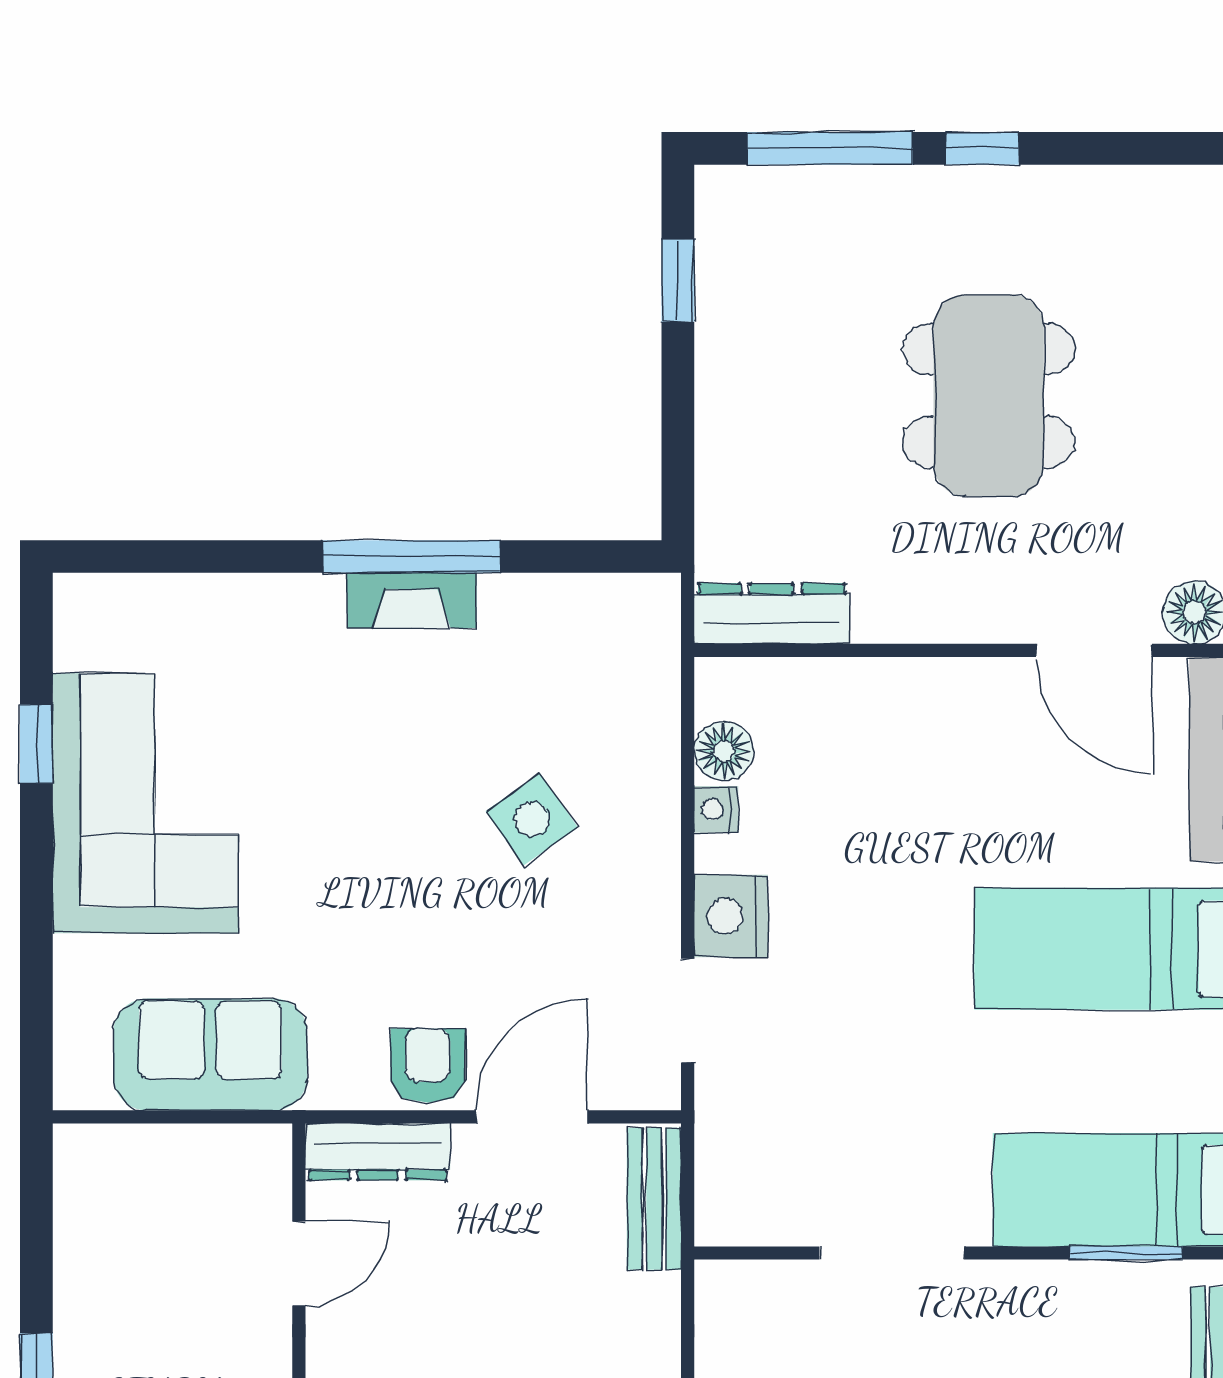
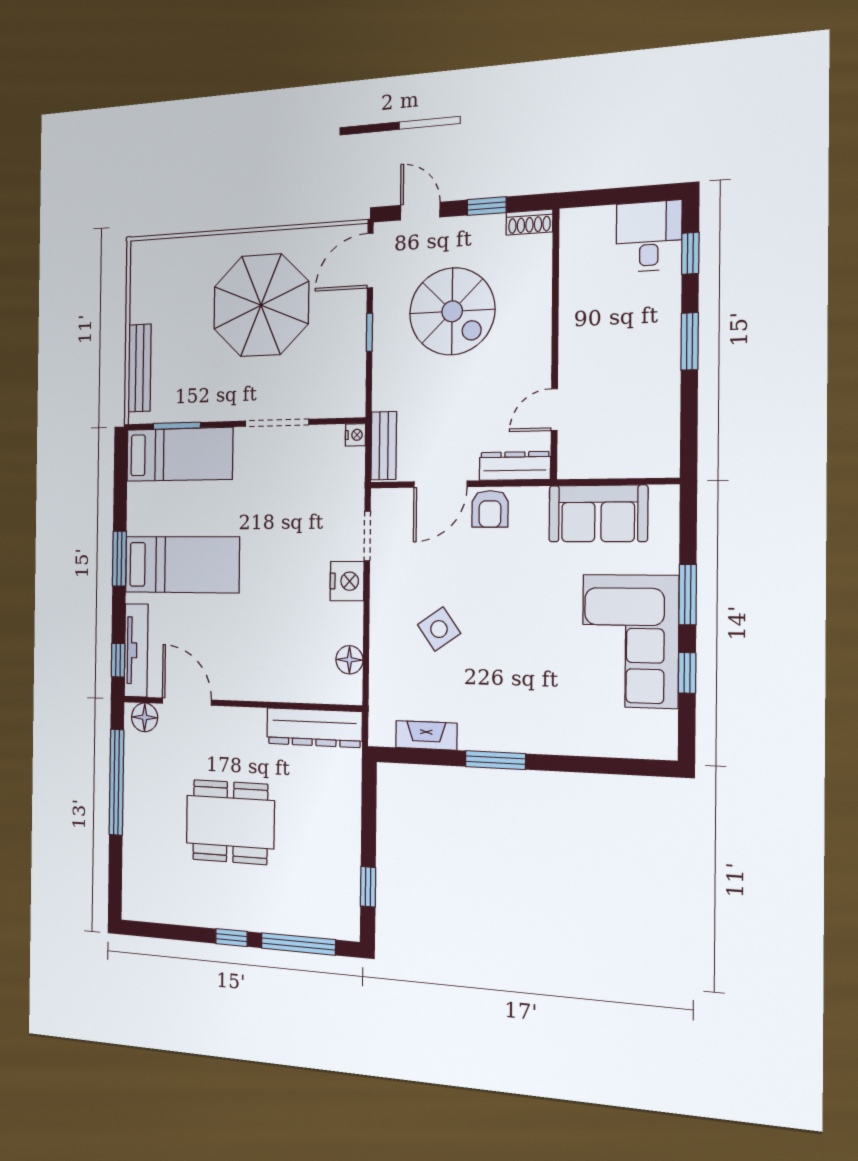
dining table: (989, 396) -> (230, 822), turned 90
window: (412, 556) -> (495, 760), width x0.69
fireplace: (412, 600) -> (426, 735), moved
dresser: (772, 614) -> (314, 728), width x1.37, depth x1.24
nightstand: (716, 809) -> (355, 435), moved
window: (36, 896) -> (688, 595), added

